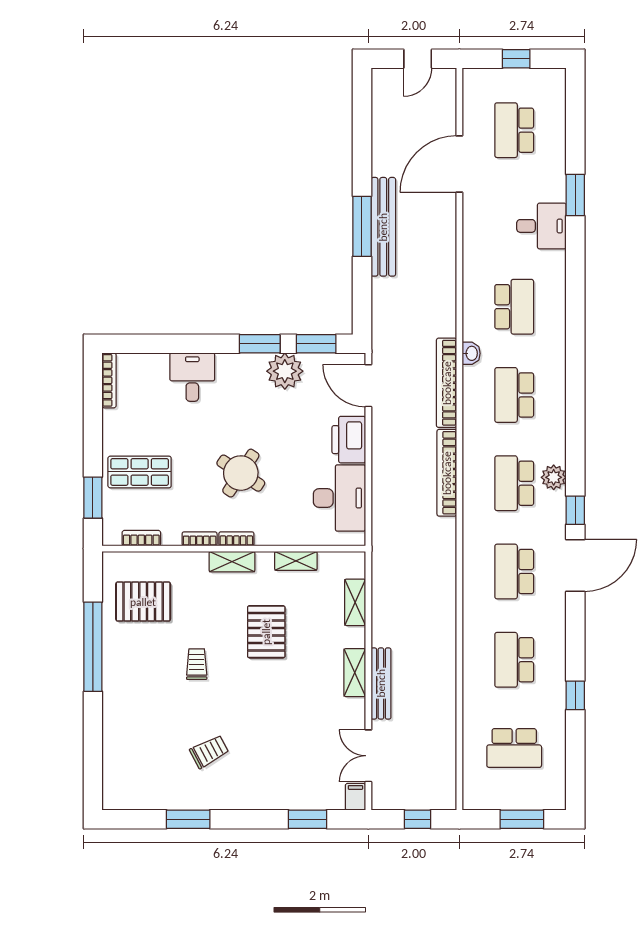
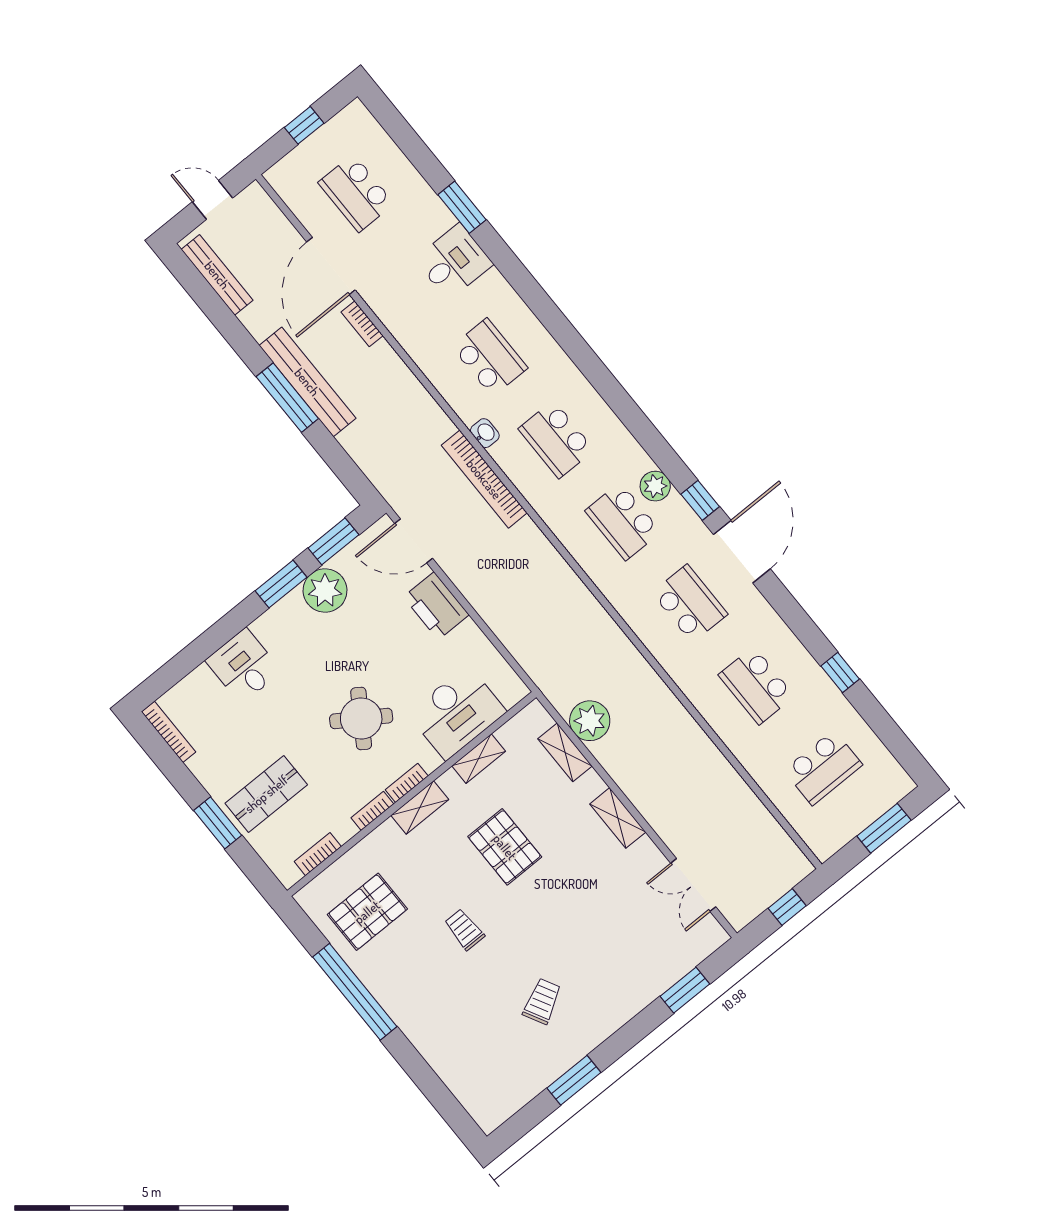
door: (418, 59) -> (212, 200), swing flipped
bookcase: (447, 473) -> (362, 324), moved, width x0.43, depth x0.76
window: (93, 498) -> (218, 823), moved
desk: (339, 498) -> (457, 713), moved, turned 90
school desk: (514, 572) -> (690, 603), turned 180
plant: (388, 595) -> (590, 721), added
bench: (381, 683) -> (217, 275), moved
filing cabinet: (355, 797) -> (712, 933), removed

